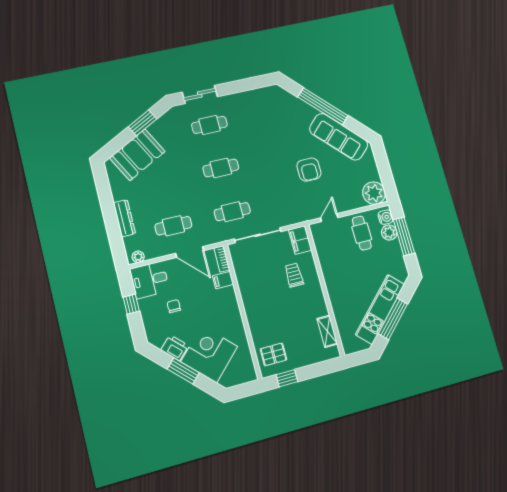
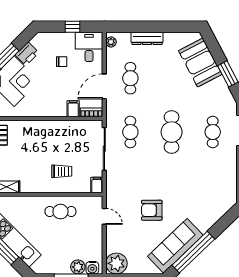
window: (323, 106) -> (193, 252), moved
cafe table: (221, 168) -> (172, 132), width x1.37, depth x1.35
cafe table: (362, 233) -> (60, 212), moved
filing cabinet: (300, 240) -> (97, 185), width x0.50

